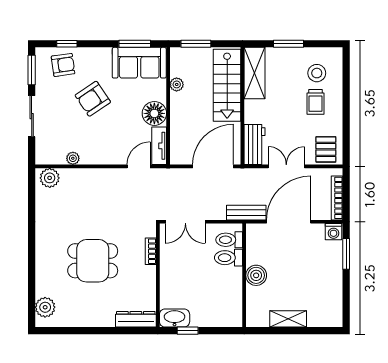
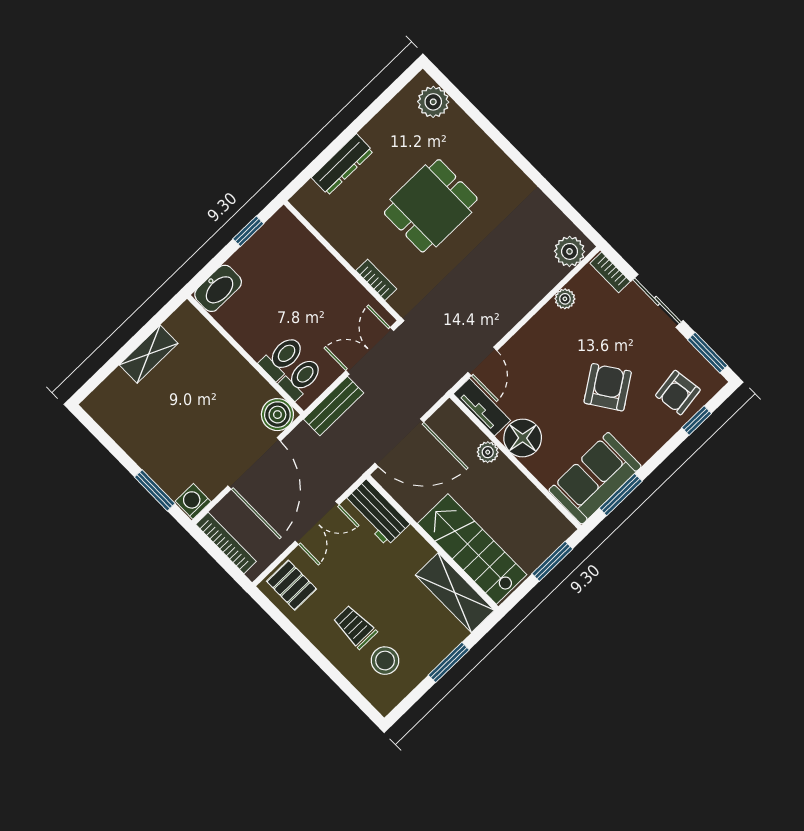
plant: (177, 84) -> (488, 452), moved
bookcase: (40, 150) -> (610, 272), added
door: (213, 166) -> (399, 443), hinge flipped
bench: (246, 213) -> (334, 406), moved
boiler: (256, 275) -> (277, 415), moved
washbasin: (175, 318) -> (218, 288), moved
dresser: (136, 319) -> (342, 164), moved

